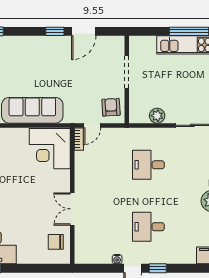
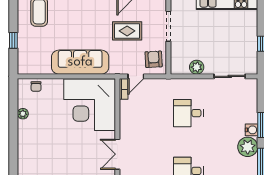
rug: (83, 77) -> (127, 31), added
corner desk: (50, 149) -> (90, 105), width x1.36, depth x1.36

